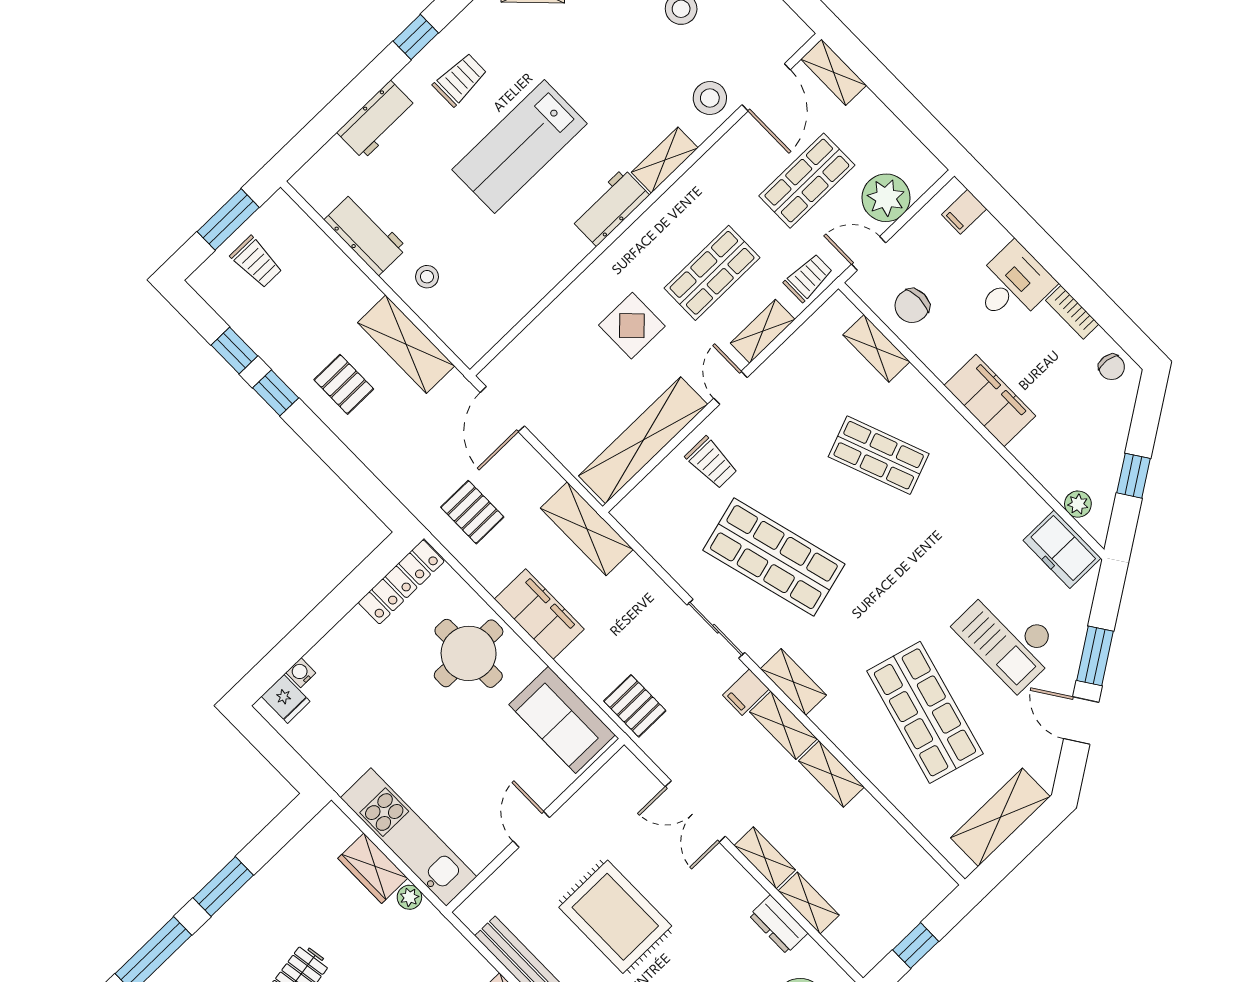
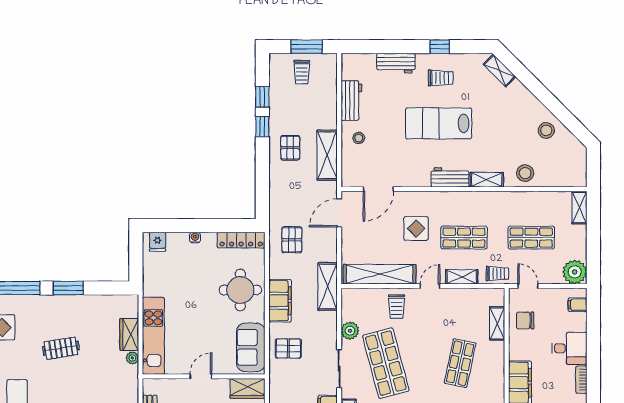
door: (766, 87) -> (378, 189), moved
plant: (886, 198) -> (575, 272), moved
shop shelf: (879, 455) -> (460, 363), turned 33
plant: (679, 560) -> (350, 331), added
water cooler: (301, 673) -> (195, 238), moved
pallet: (635, 706) -> (288, 348), moved, turned 90
wardrobe: (614, 782) -> (248, 388), added

